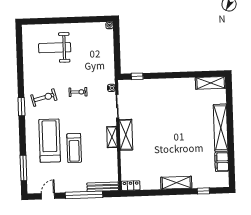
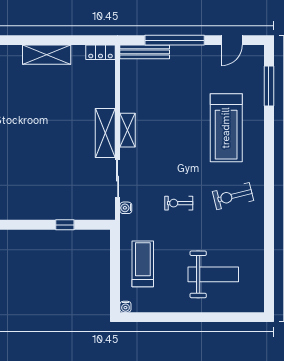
window: (137, 76) -> (65, 225), moved
window: (21, 107) -> (269, 183), removed
treadmill: (74, 148) -> (143, 264), moved
shelving: (176, 183) -> (47, 55), moved

